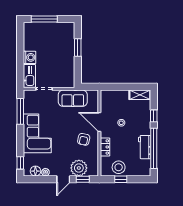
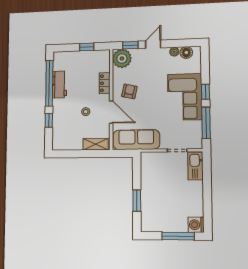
washing machine: (30, 57) -> (196, 225), moved
shelving: (140, 95) -> (96, 144), moved
sofa: (73, 98) -> (136, 140), width x1.36
window: (20, 163) -> (205, 92), moved
stool: (119, 167) -> (89, 60), removed
plant: (79, 168) -> (122, 58), moved

